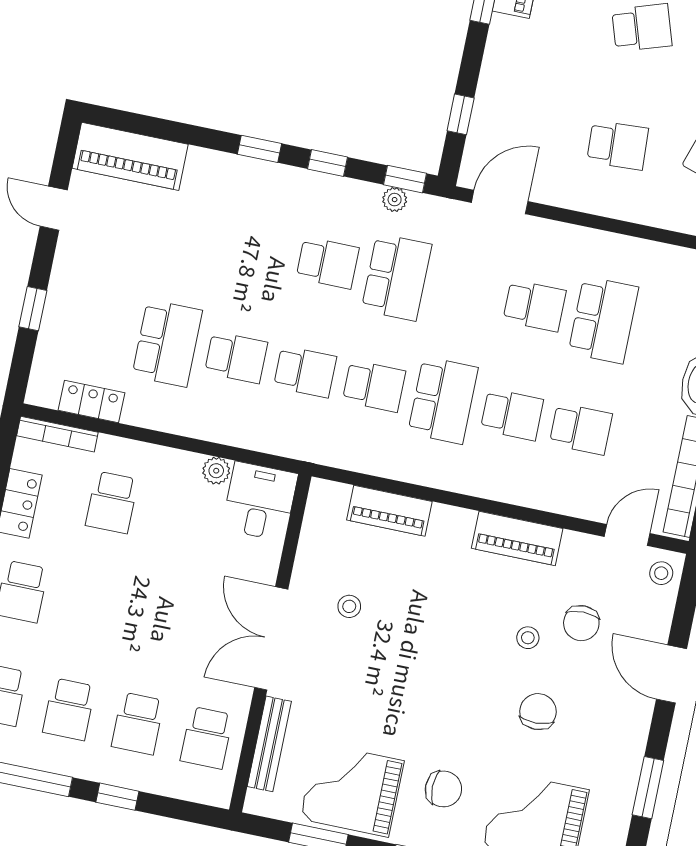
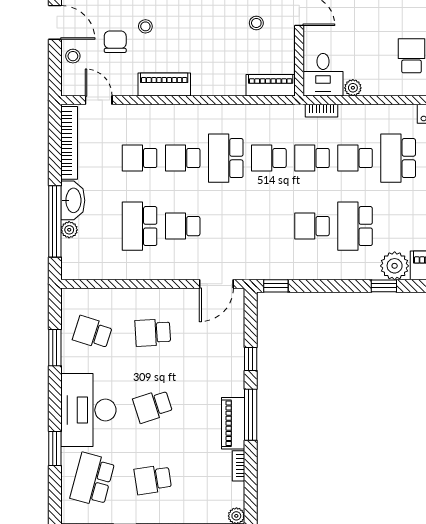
window: (461, 114) -> (251, 359), moved
window: (259, 149) -> (384, 286), moved
window: (327, 163) -> (324, 286), removed
plant: (395, 200) -> (395, 266), moved, width x1.88, depth x1.88
school desk: (397, 277) -> (355, 226), moved
bookcase: (274, 444) -> (322, 111), added
piano: (389, 511) -> (271, 85), moved
door: (627, 535) -> (99, 100), swing flipped
stool: (661, 573) -> (73, 56), moved

